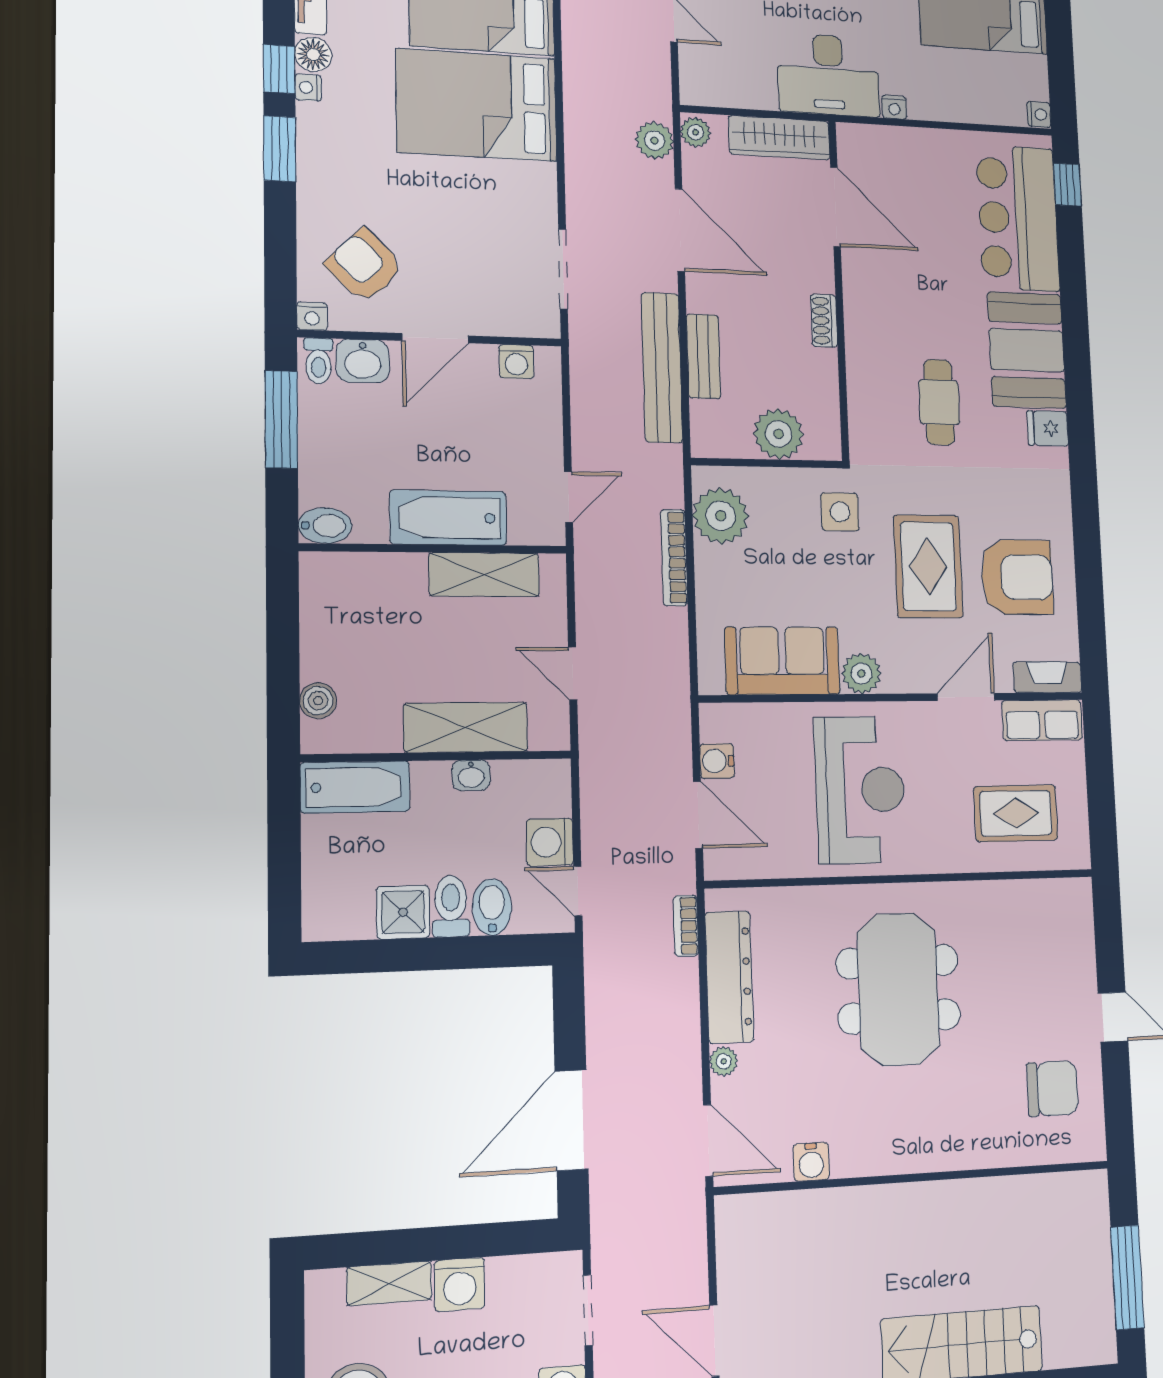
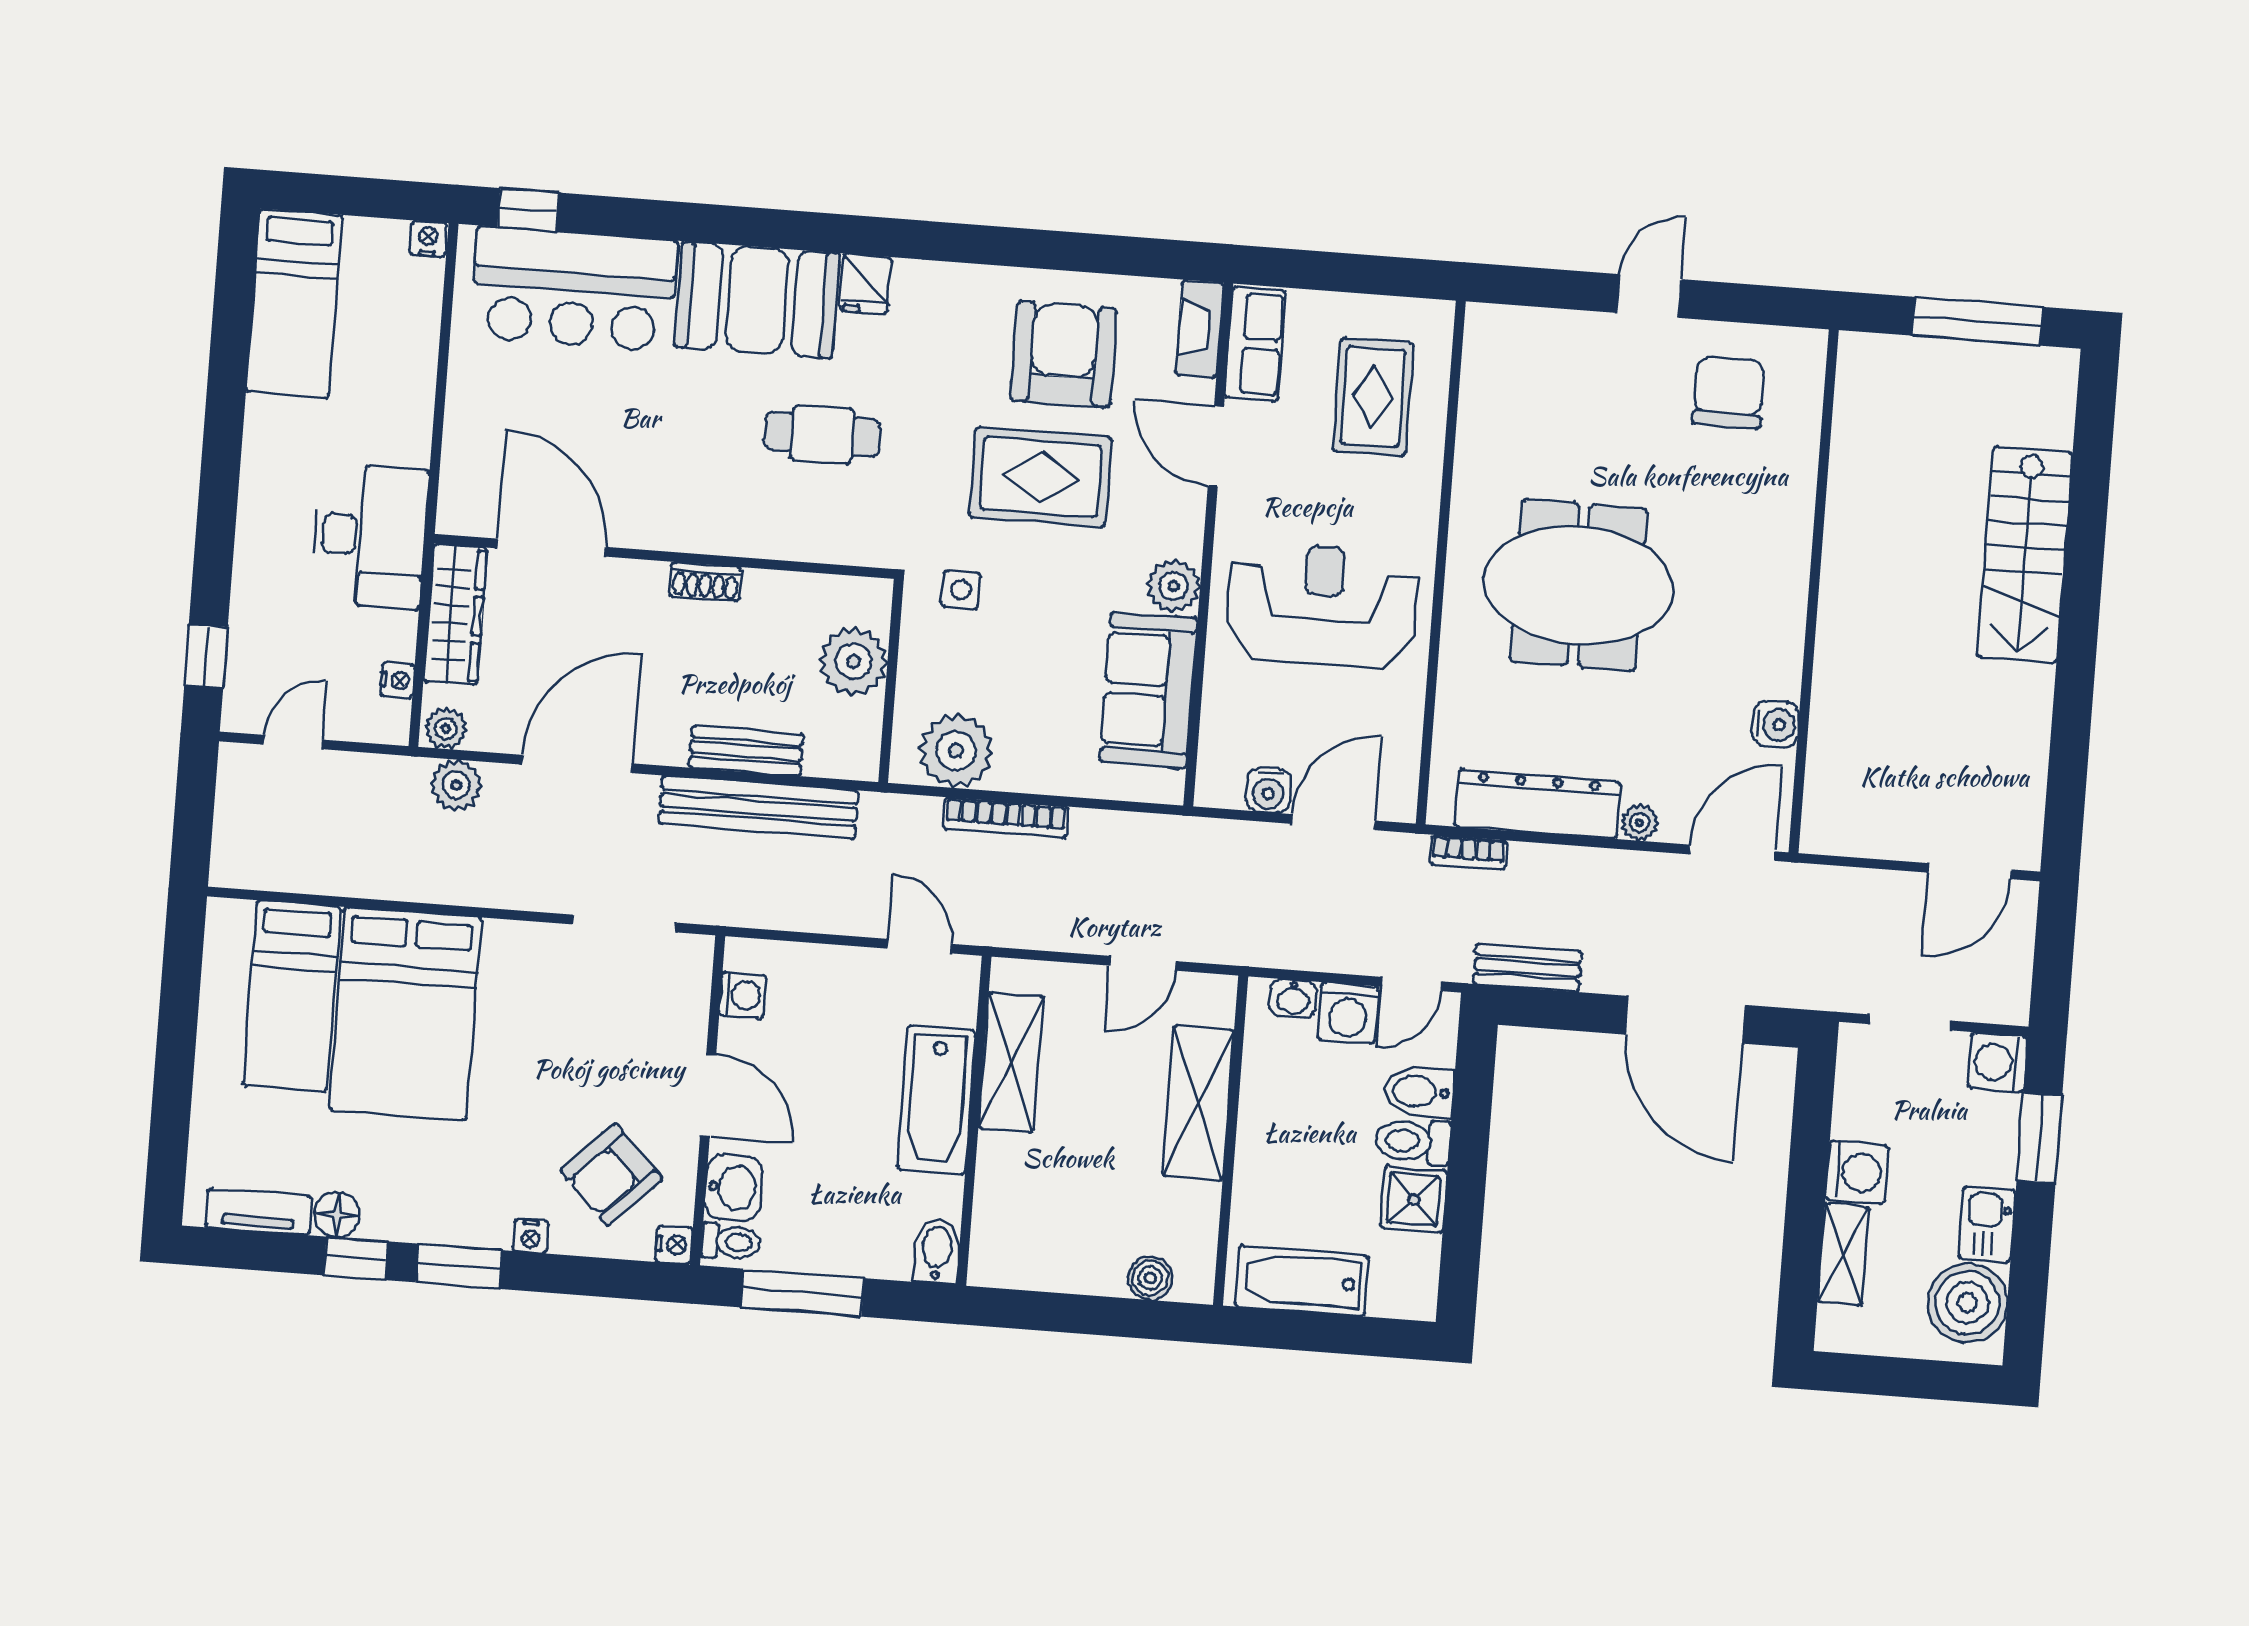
nightstand: (308, 87) -> (531, 1236), moved
nightstand: (894, 107) -> (397, 680), moved
door: (835, 207) -> (552, 548), hinge flipped
side table: (840, 512) -> (961, 590), width x0.73, depth x0.73
washbasin: (471, 775) -> (1293, 999), moved, turned 90
bathtub: (355, 787) -> (1302, 1281), moved, turned -90
bench: (600, 984) -> (1528, 968), added

